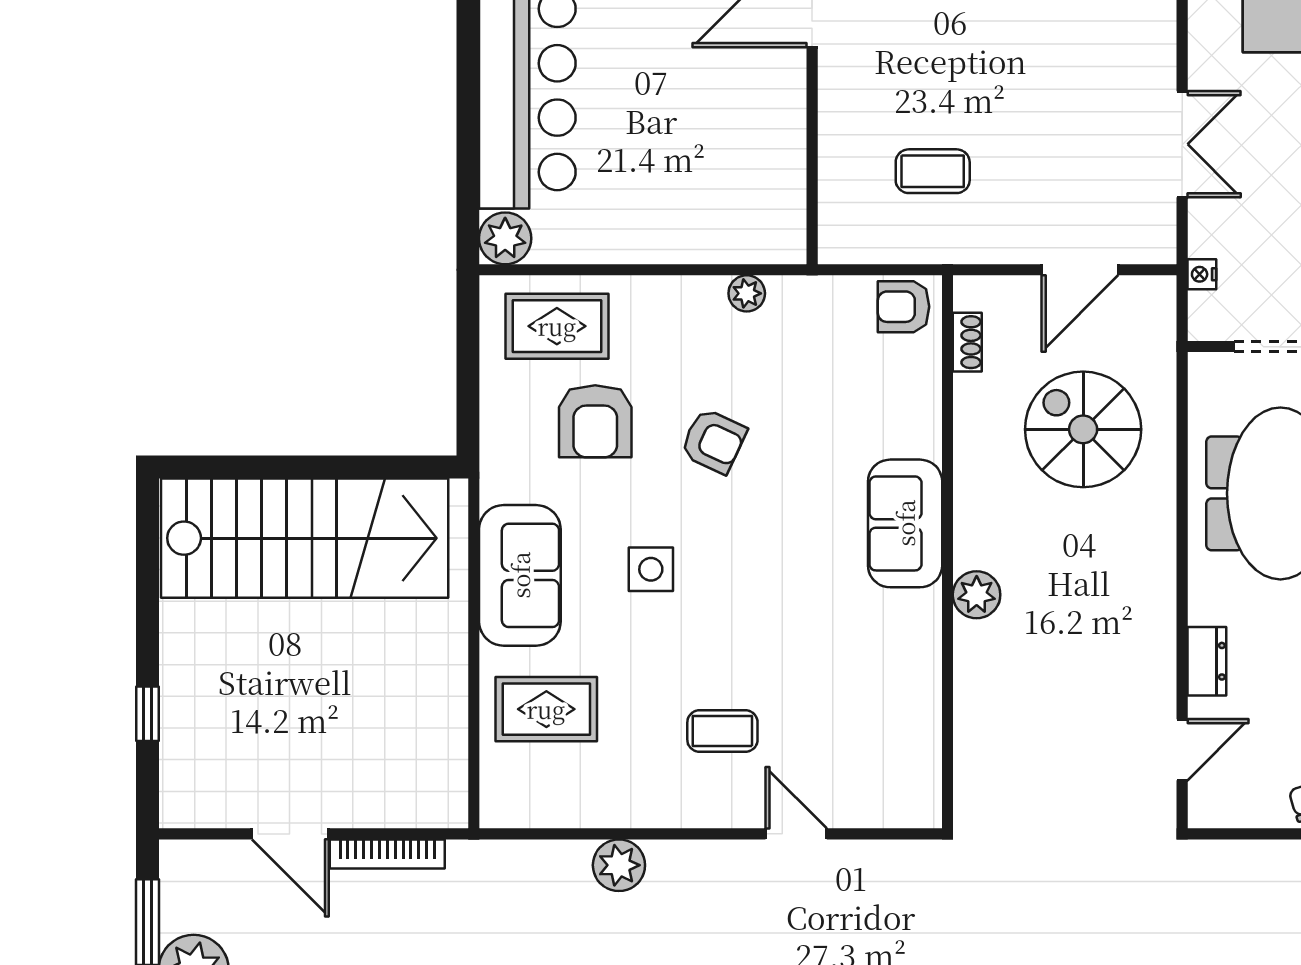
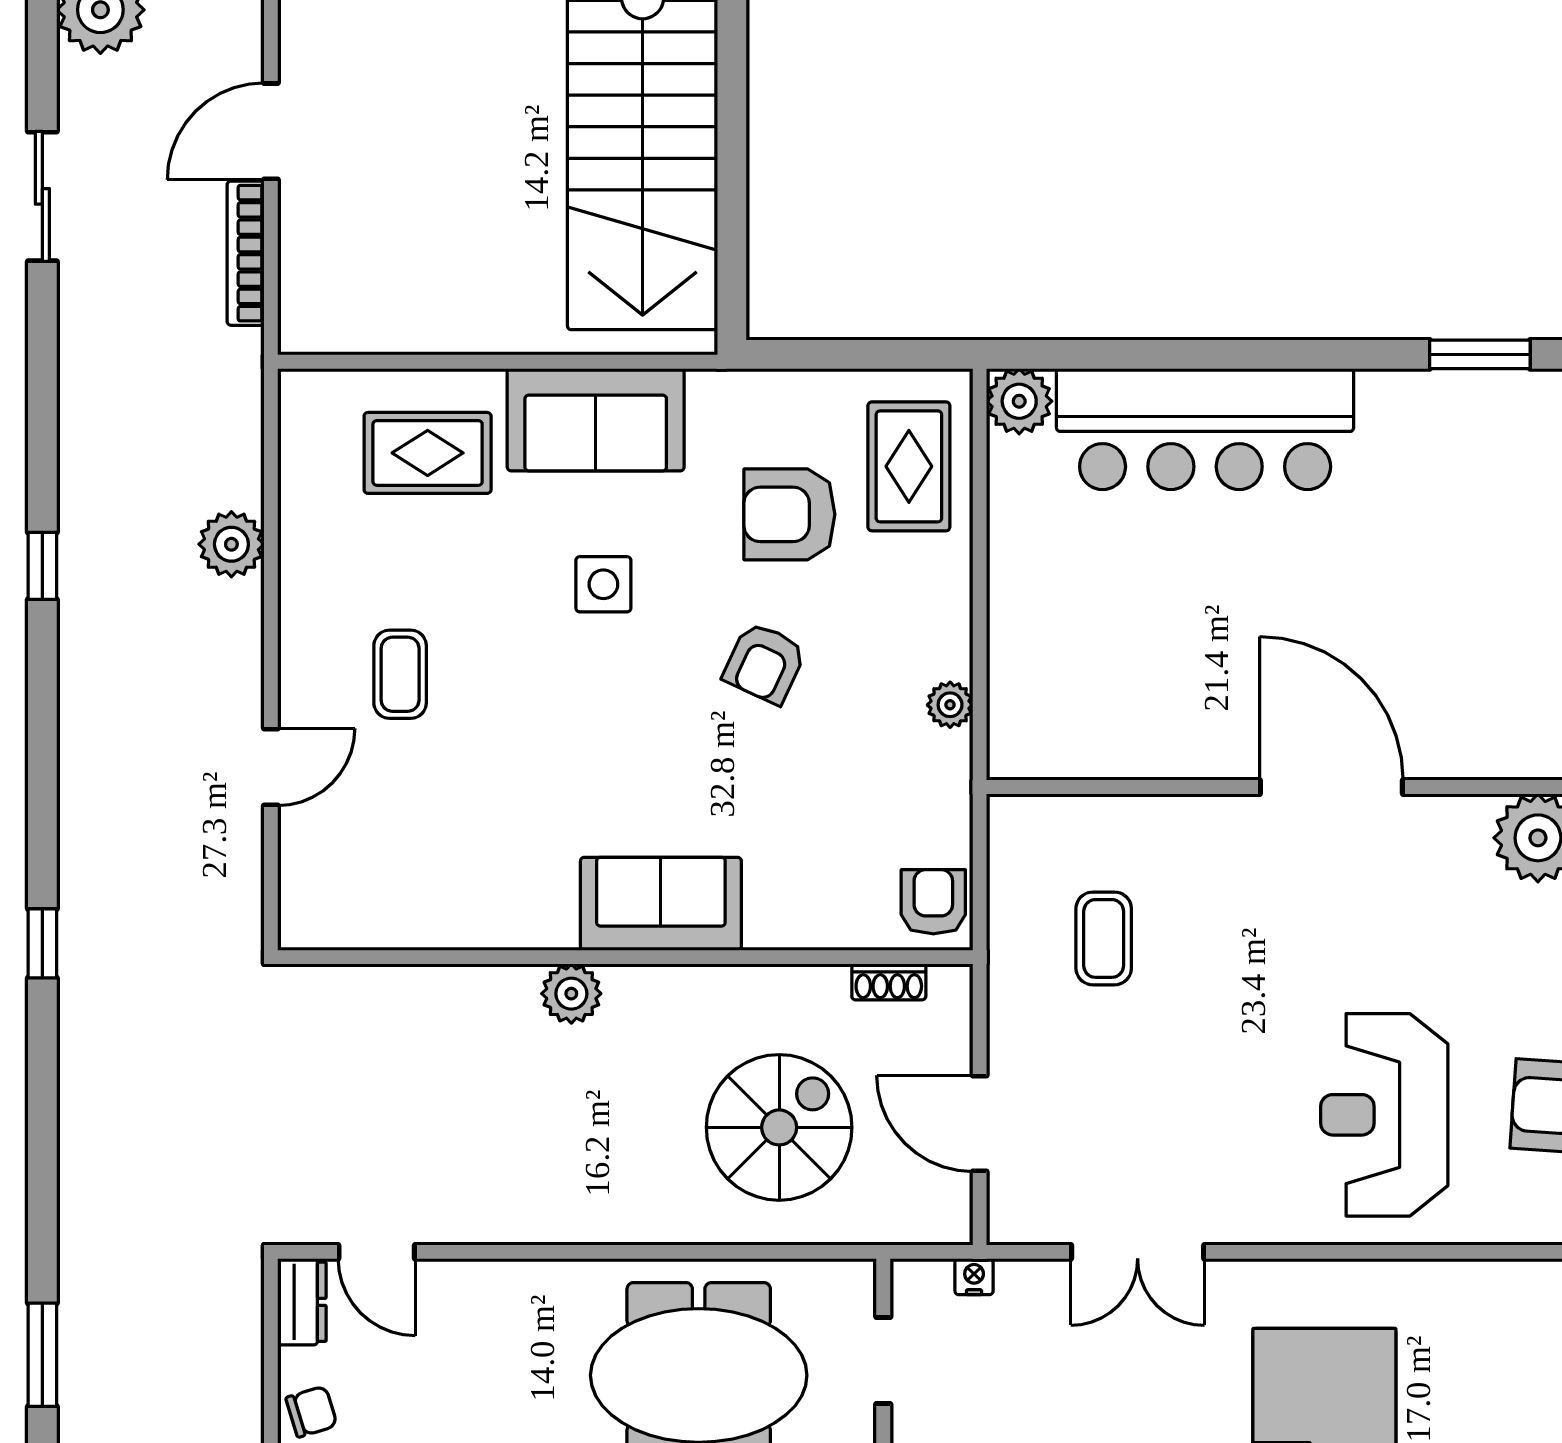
dresser: (1207, 661) -> (302, 1302), moved, turned -90
rug: (546, 709) -> (428, 453), turned 90

